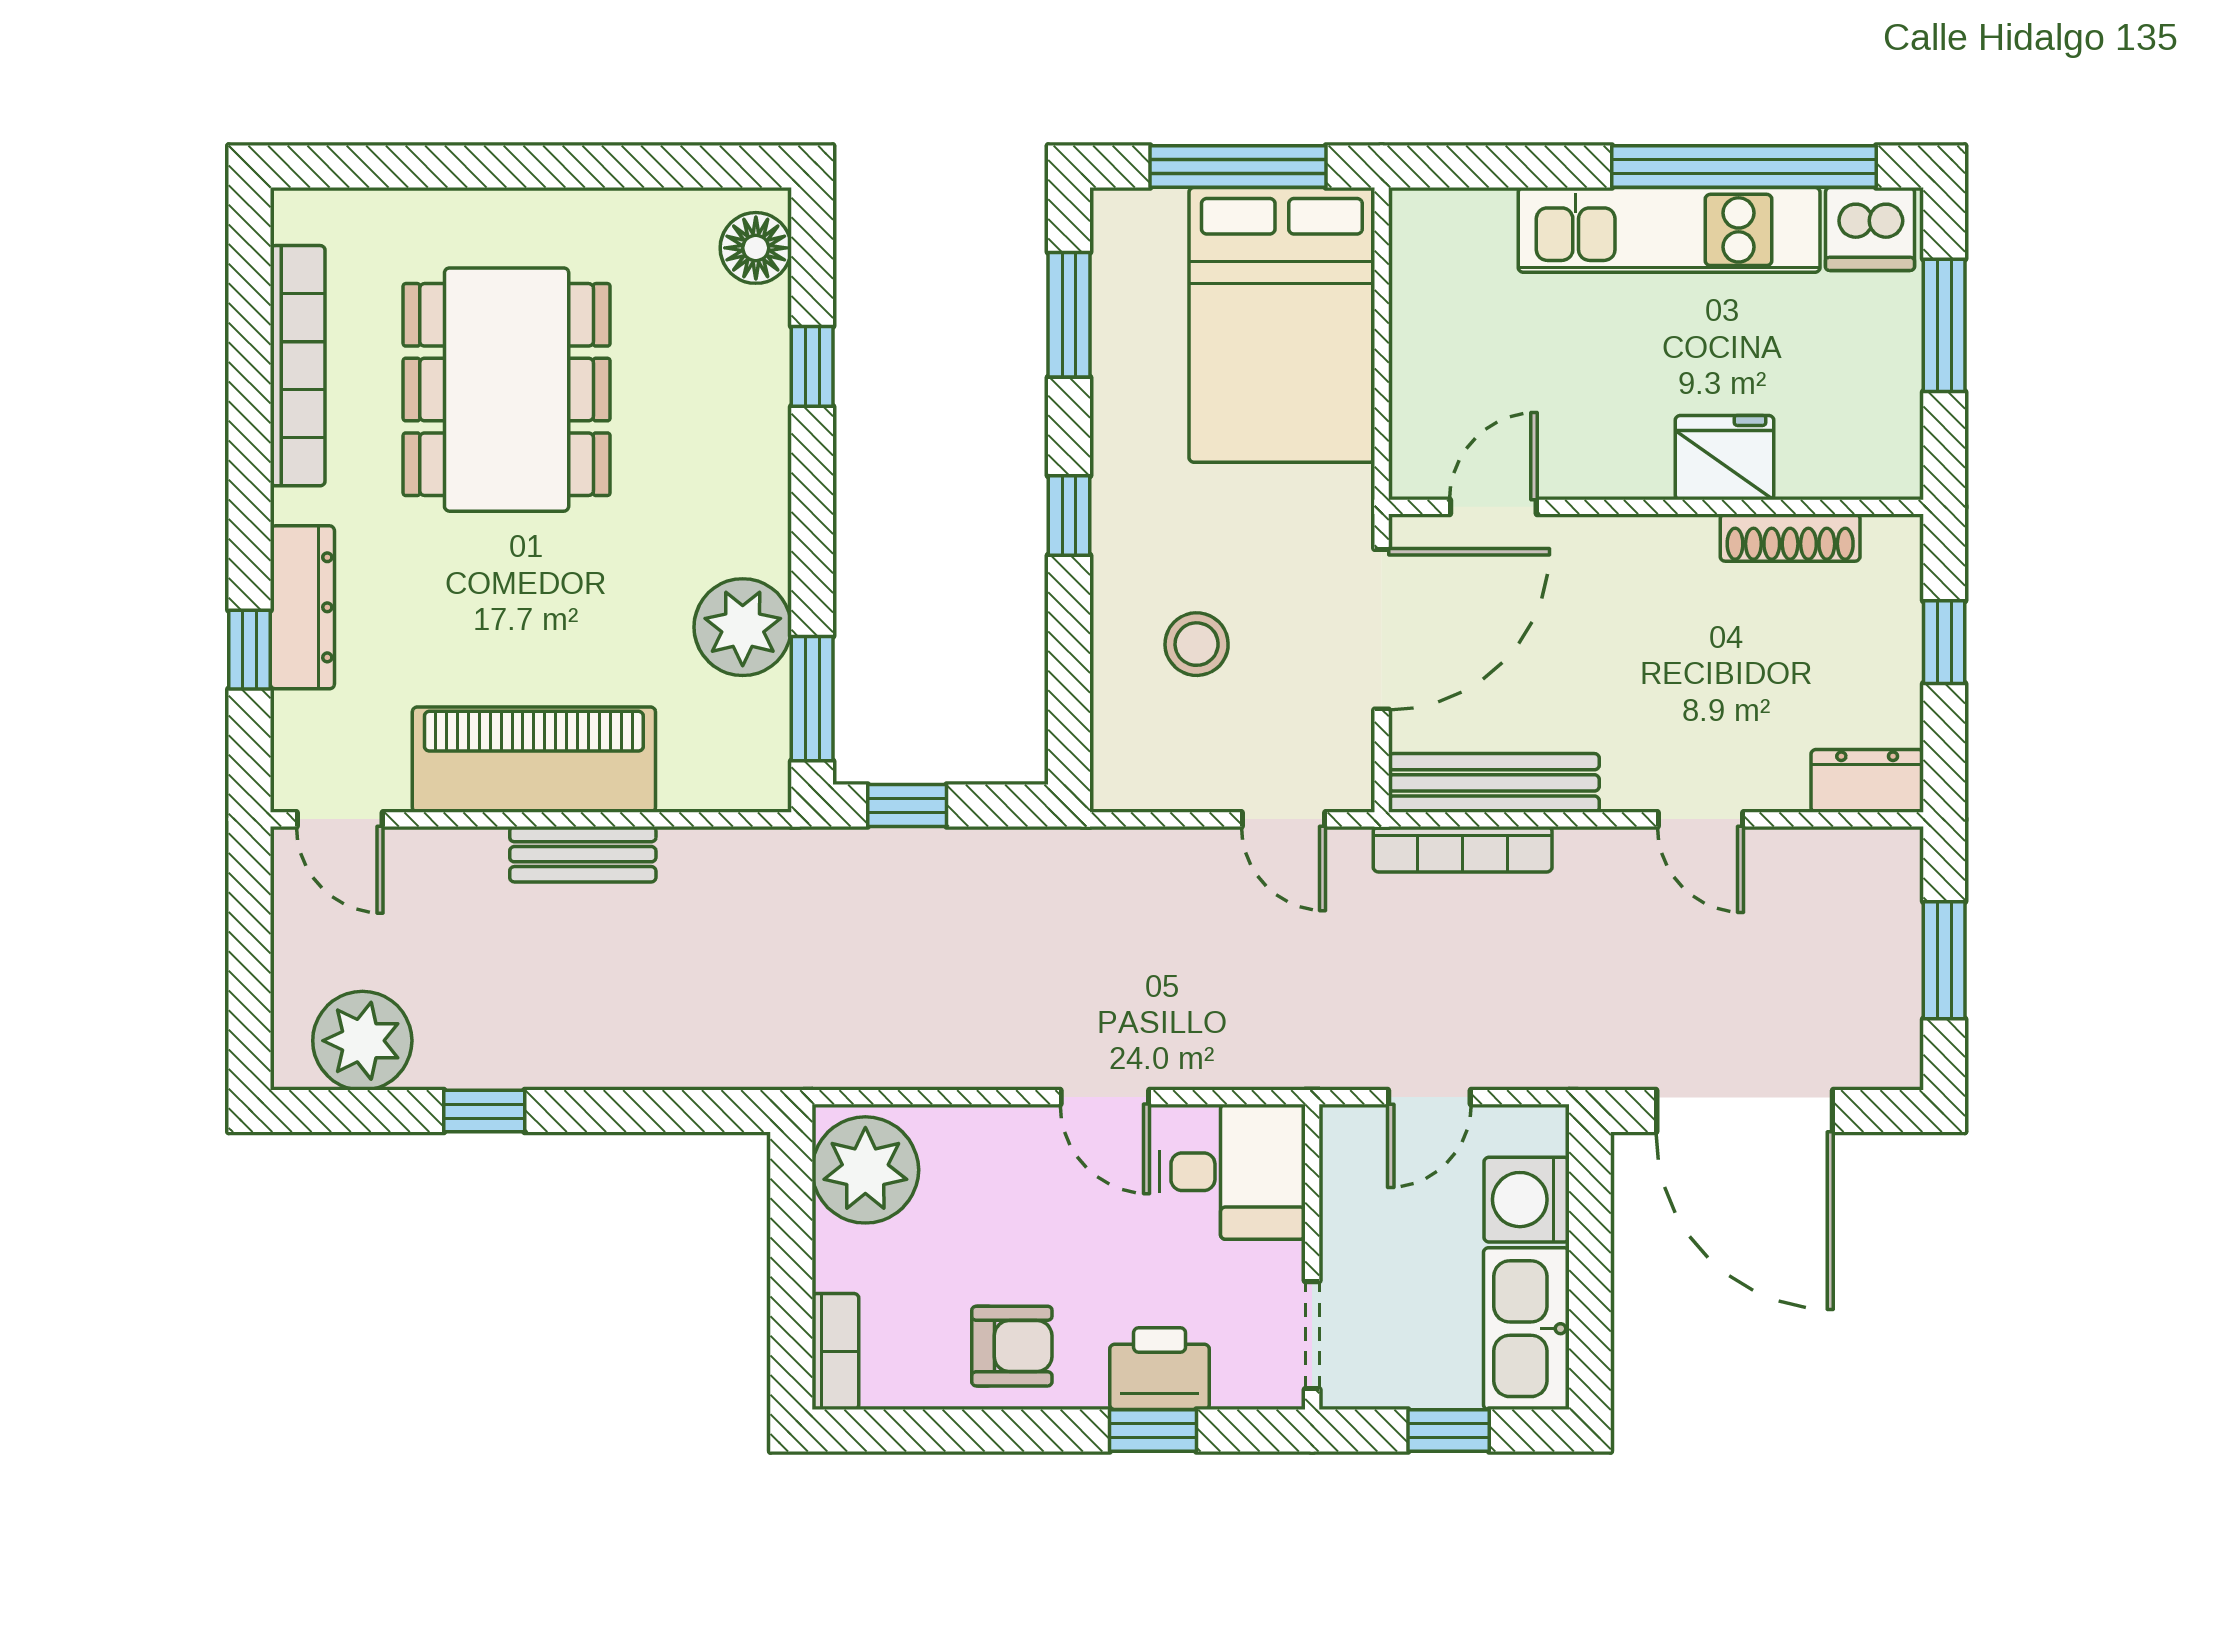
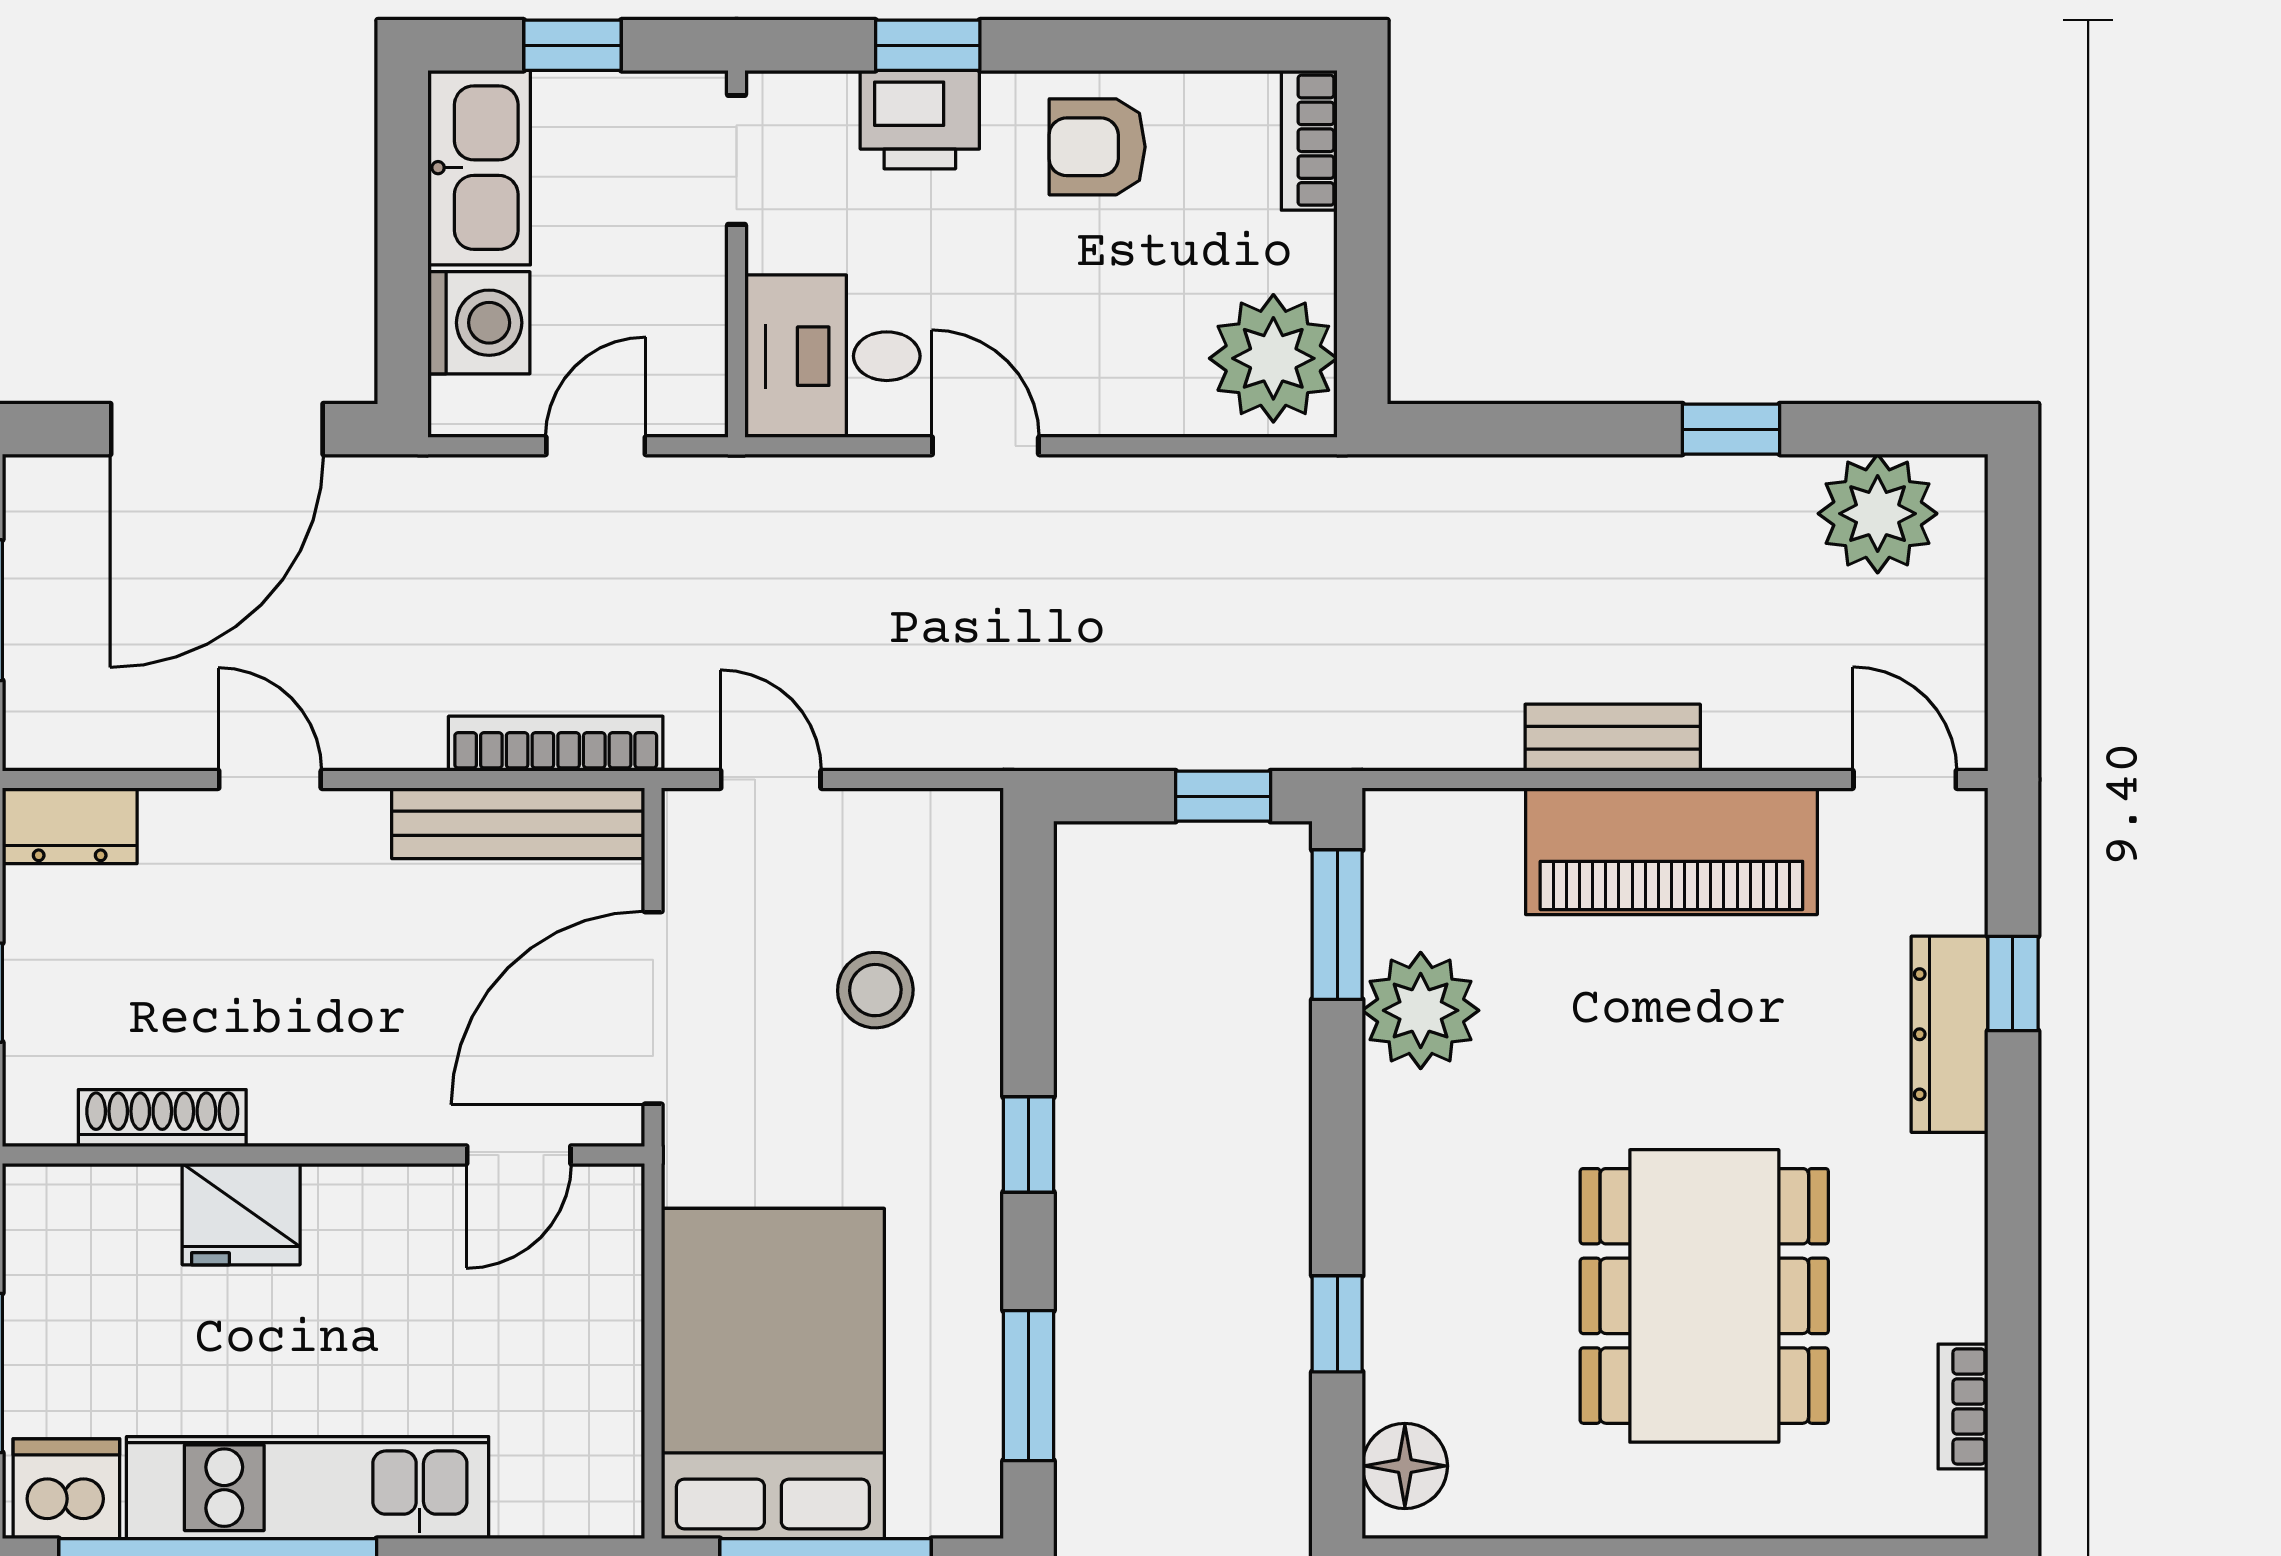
bookcase: (298, 366) -> (1963, 1406), width x0.43, depth x0.76
door: (1745, 1111) -> (217, 429), swing flipped

